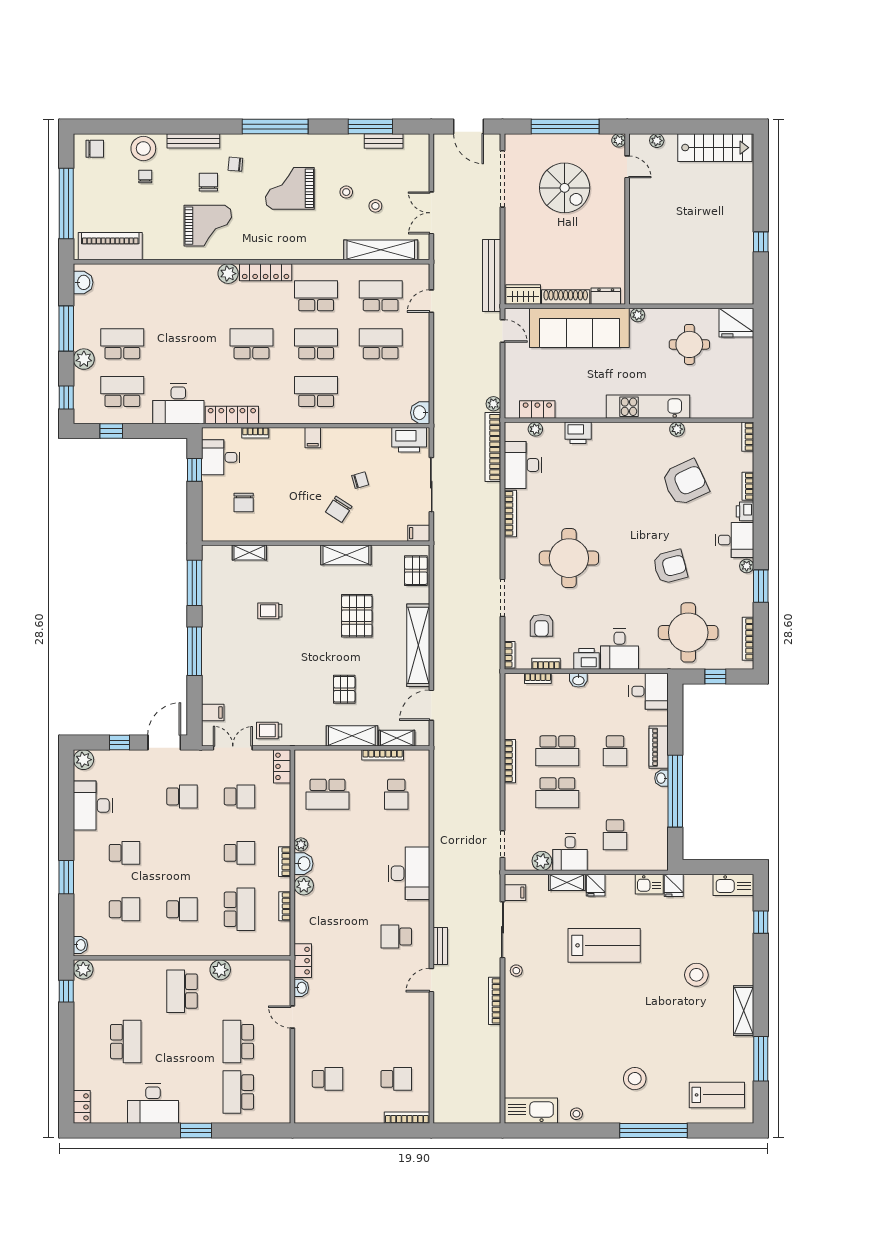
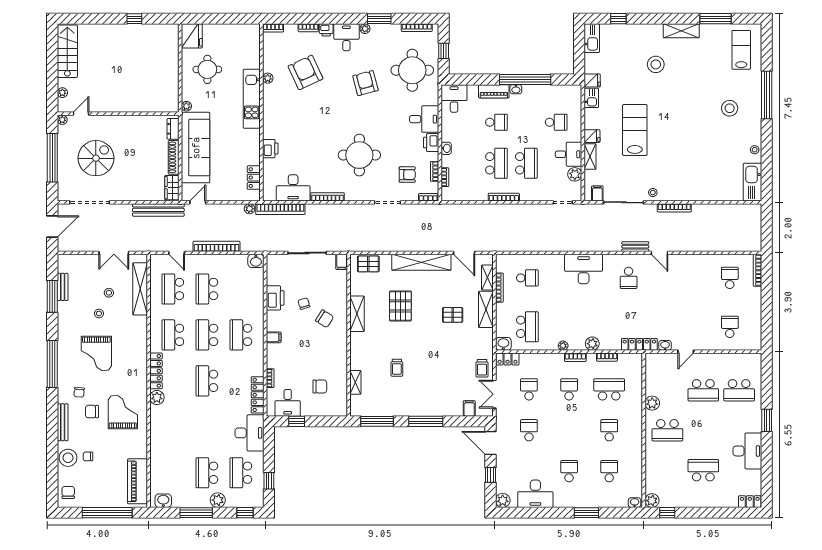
bookcase: (441, 357) -> (216, 246), added
plant: (535, 429) -> (268, 179), removed
printer: (409, 440) -> (275, 298), moved
pallet: (357, 616) -> (400, 306), turned 90
washbasin: (304, 864) -> (503, 344), moved
locker: (303, 961) -> (639, 344), width x1.53

